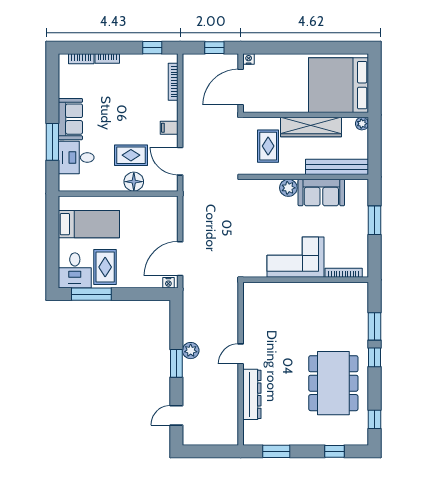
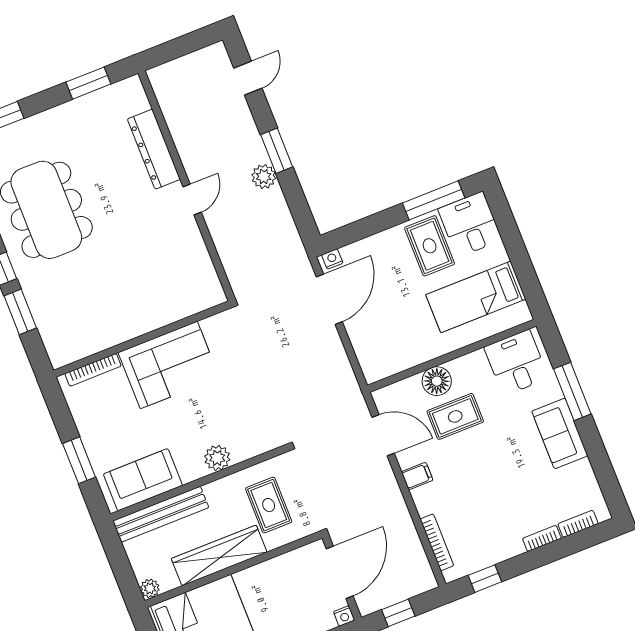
desk: (76, 158) -> (516, 363), moved, turned -90
sofa: (321, 193) -> (143, 480), moved

